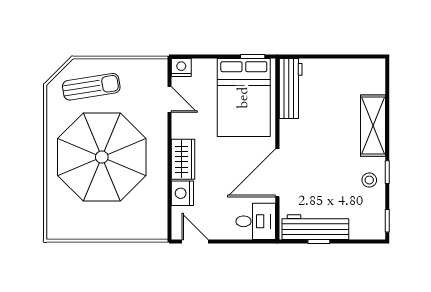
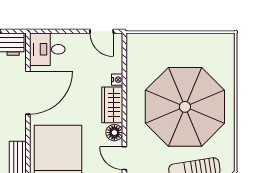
floor lamp: (181, 128) -> (114, 133), added
nightstand: (182, 193) -> (117, 80), width x0.53, depth x0.56

